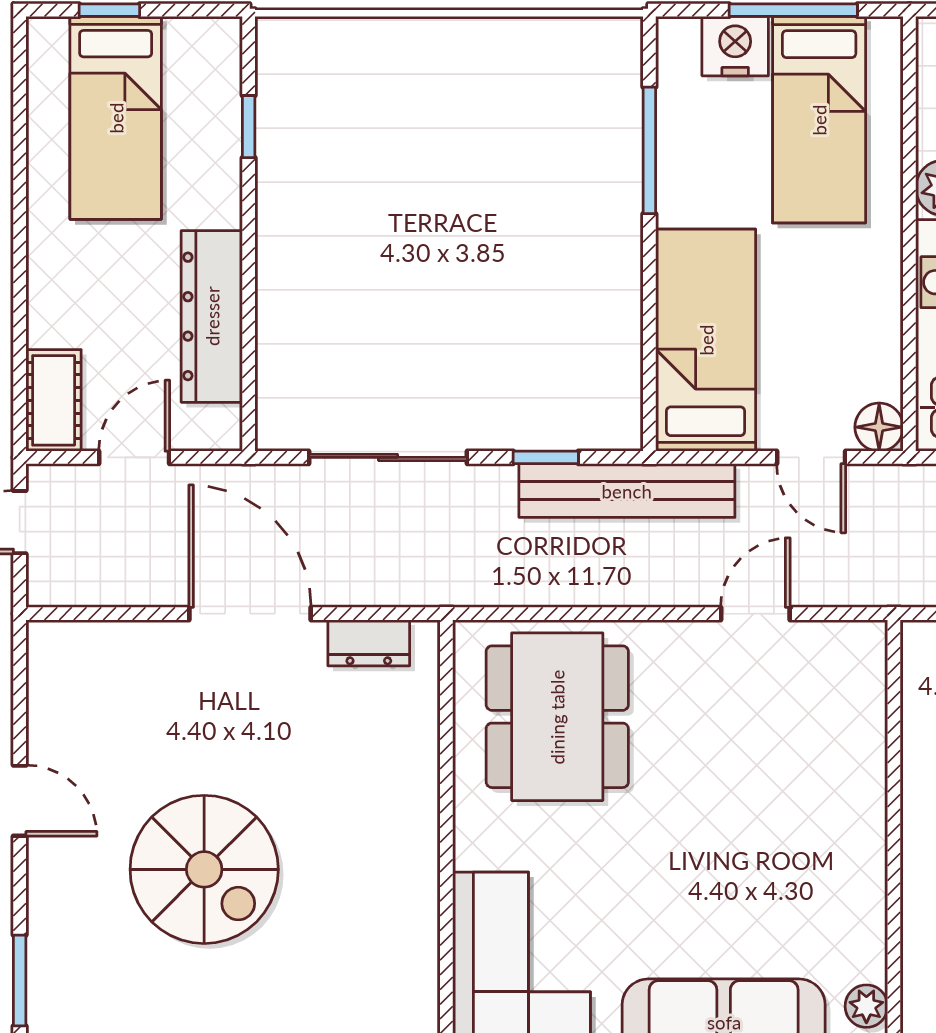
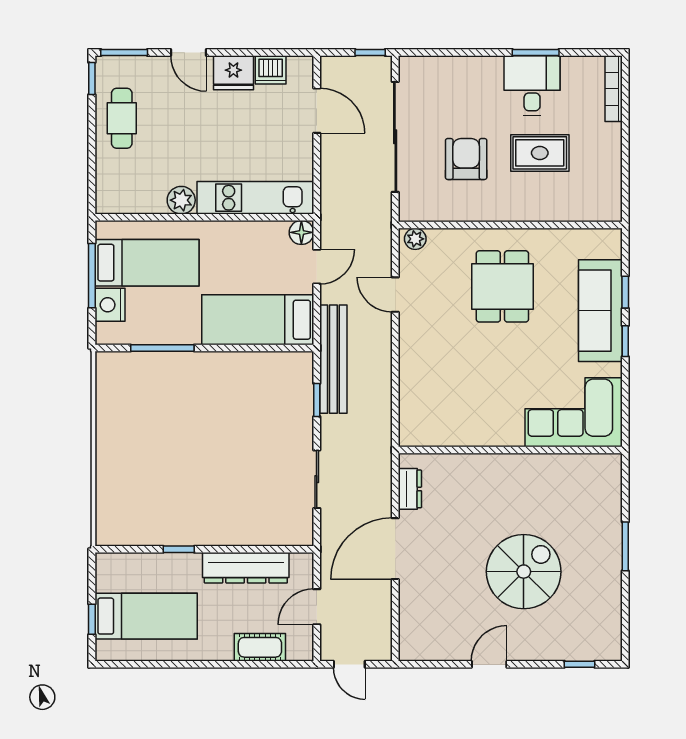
window: (249, 127) -> (179, 549), moved
cot: (54, 400) -> (260, 647), moved
door: (134, 457) -> (317, 607), hinge flipped
sliding door: (388, 457) -> (317, 479), width x0.73
dining table: (557, 717) -> (502, 286), moved, width x0.73
window: (20, 980) -> (579, 664), width x0.67
plant: (866, 1006) -> (415, 239), moved

